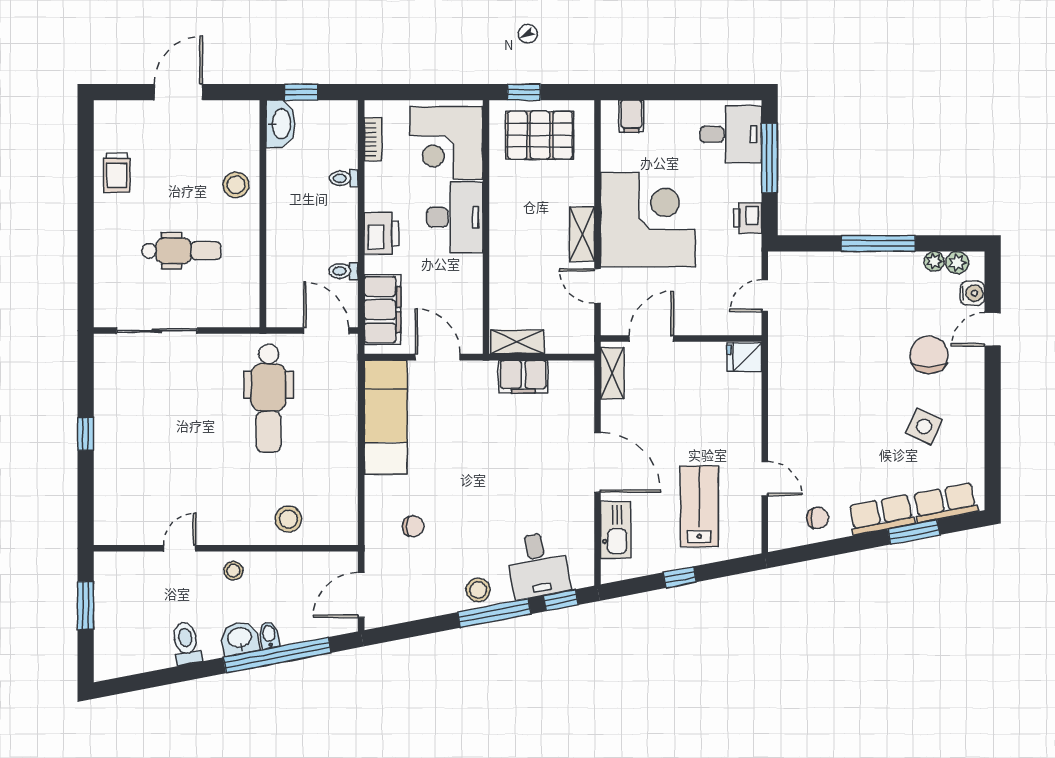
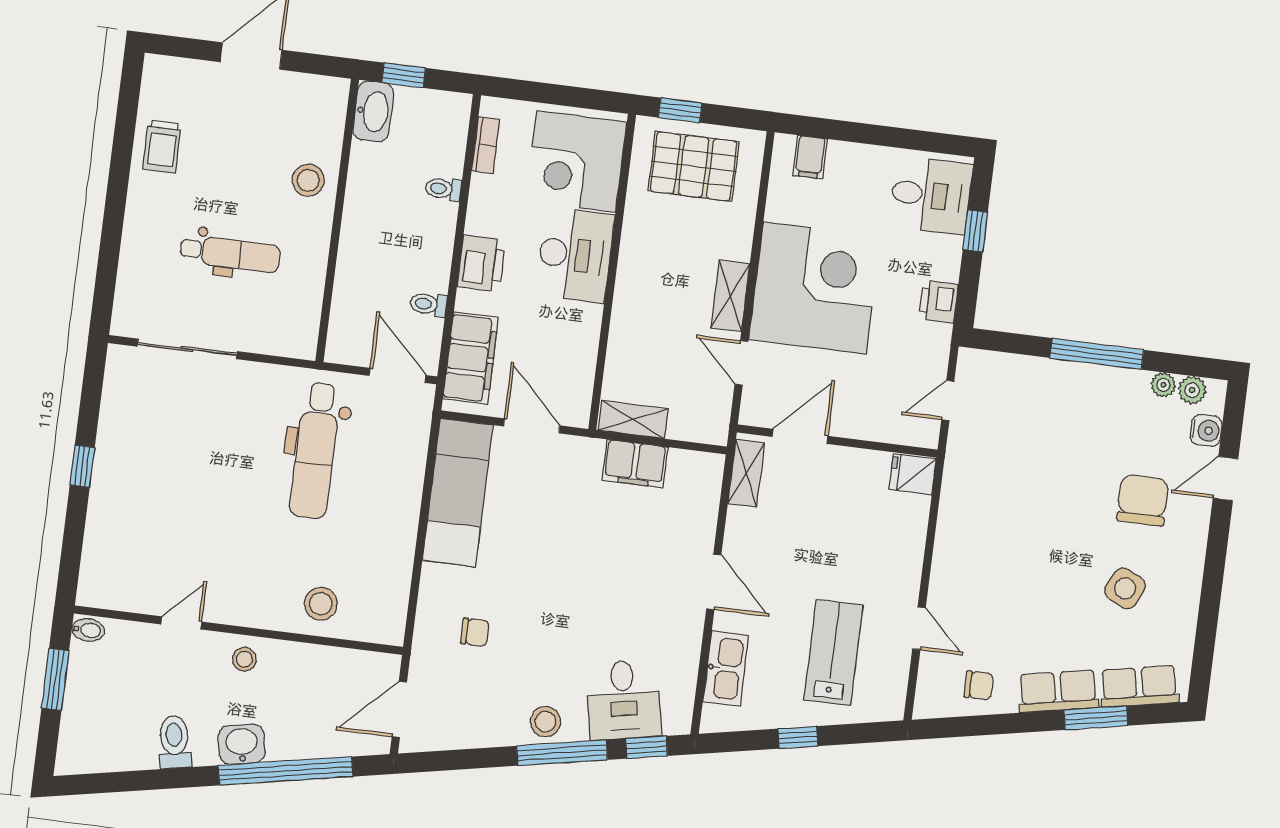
window: (770, 158) -> (975, 231), width x0.46
door: (597, 462) -> (714, 582), width x0.73
bidet: (269, 635) -> (88, 630), moved, turned 101

